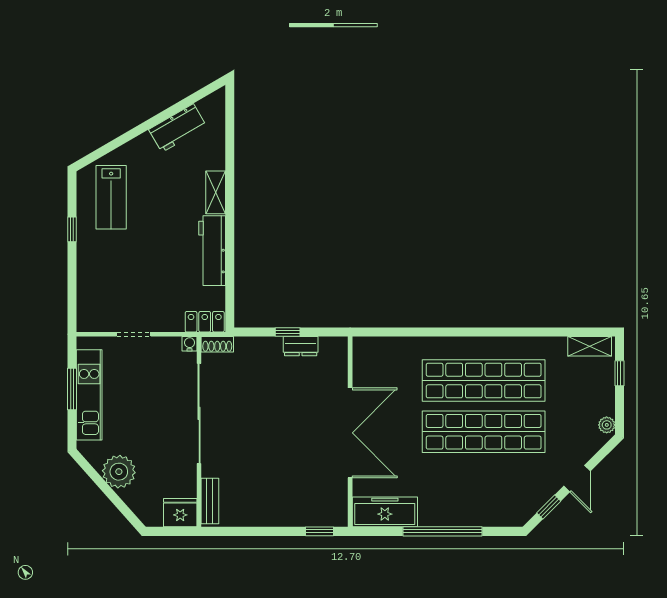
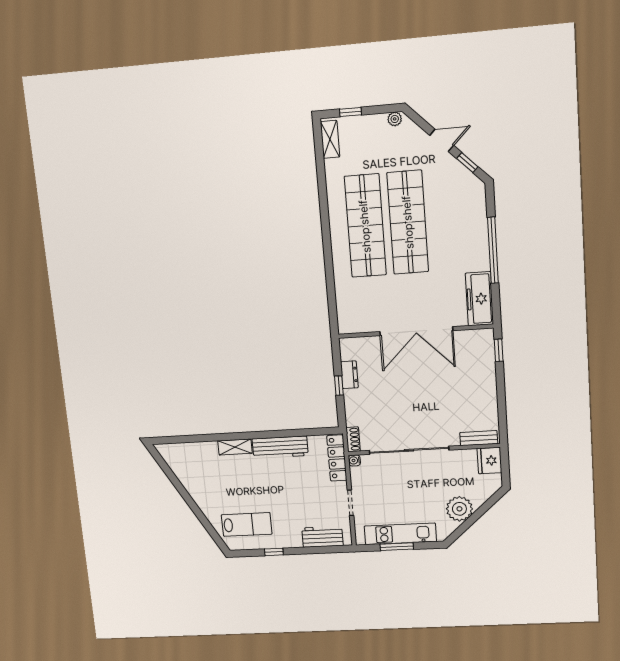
workbench: (178, 128) -> (322, 537), moved, turned -60
locker: (205, 322) -> (337, 458), width x1.53
double door: (350, 433) -> (416, 331), swing flipped

